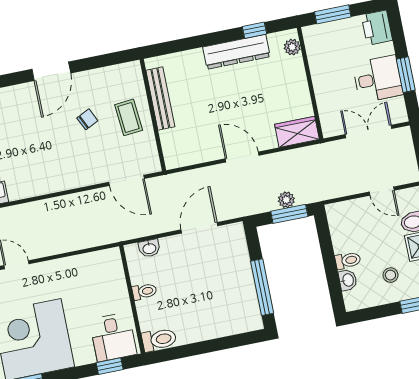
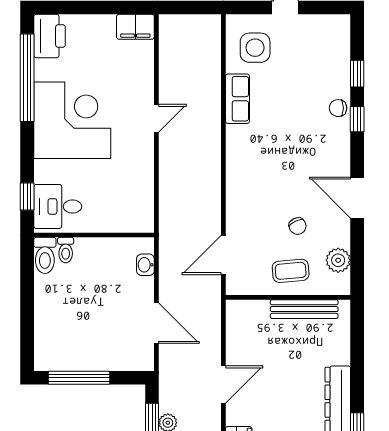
plant: (111, 77) -> (338, 260), added
toilet: (144, 291) -> (66, 250), moved

